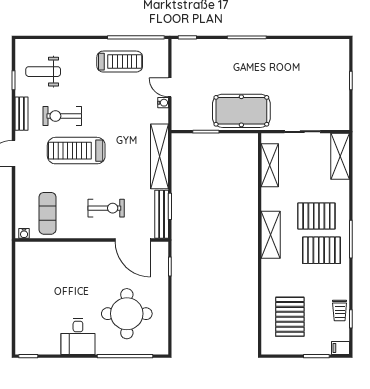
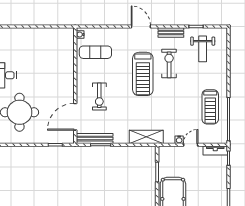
tv unit: (178, 55) -> (215, 151), added
weight bench: (43, 72) -> (203, 49), turned 180
treadmill: (76, 151) -> (143, 74), turned 180
shelving: (159, 156) -> (146, 137), width x0.68

